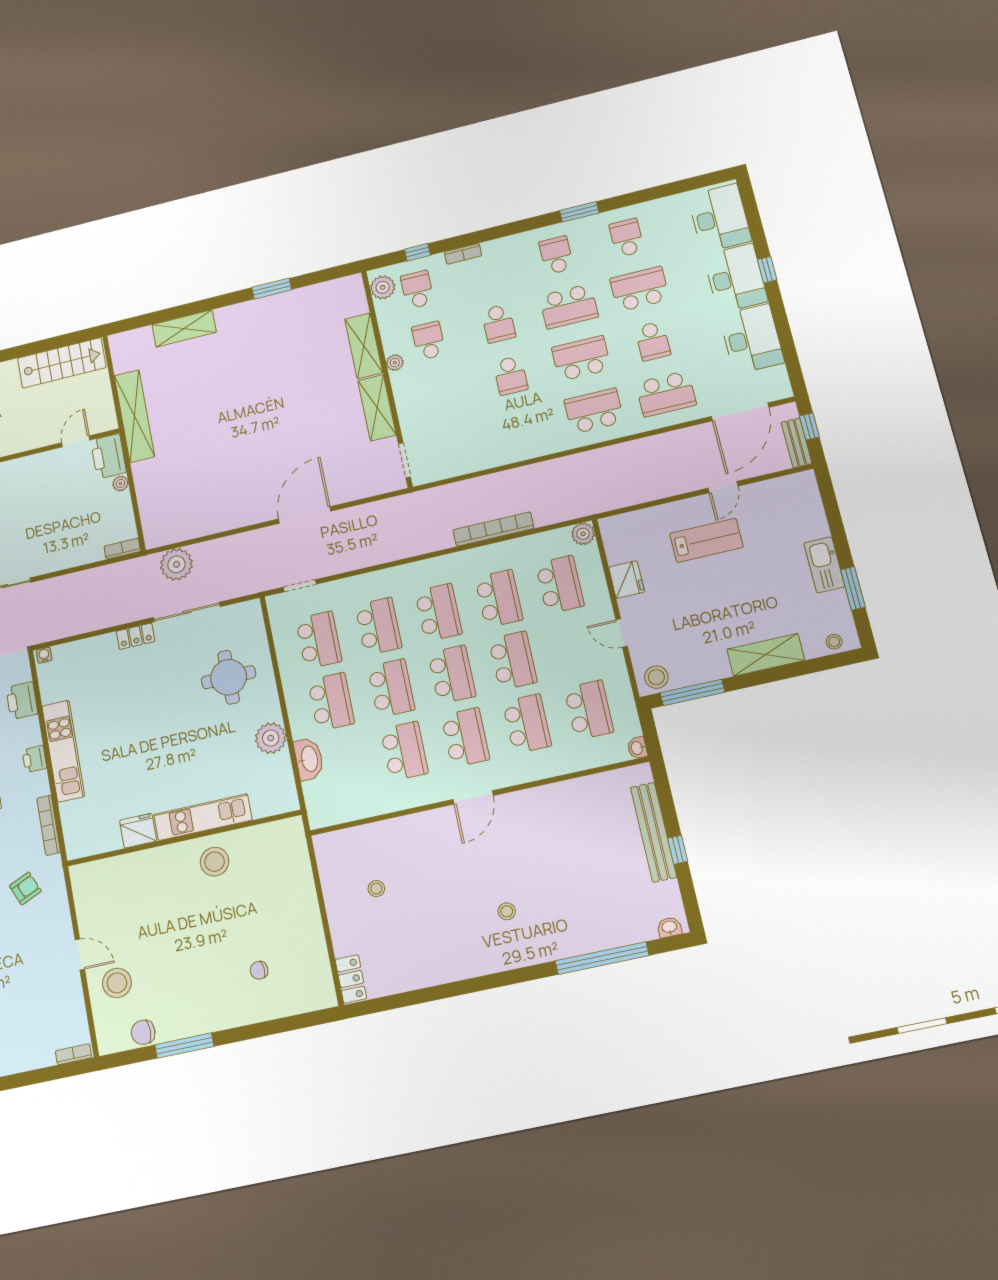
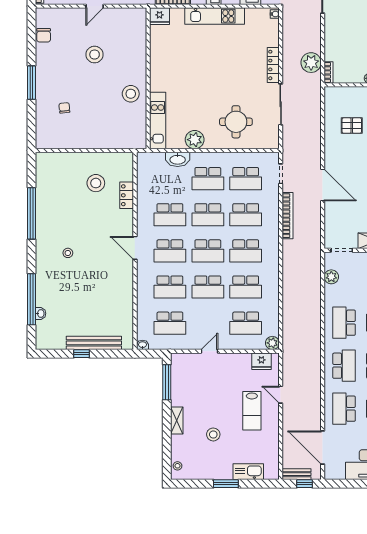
school desk: (523, 428) -> (344, 323), added
plant: (451, 466) -> (331, 277), added
door: (723, 487) -> (281, 395), moved
pallet: (200, 493) -> (352, 126), added
bookcase: (493, 529) -> (288, 216), moved
plant: (176, 564) -> (311, 63), moved
kitchen sink: (824, 565) -> (248, 472), moved
fridge: (627, 579) -> (261, 361), moved
window: (853, 588) -> (226, 484), moved
locker: (136, 636) -> (273, 65), width x1.53
shelving: (766, 655) -> (177, 420), width x0.67, depth x0.75
stool: (656, 677) -> (213, 434), moved
kitchen unit: (203, 817) -> (158, 121), moved
fridge: (138, 831) -> (159, 16), moved, turned 90
stool: (376, 889) -> (96, 183), width x1.89, depth x1.89
washbasin: (669, 927) -> (41, 313), moved
locker: (351, 979) -> (127, 195), moved, turned 90
stool: (117, 983) -> (95, 55), moved
window: (451, 990) -> (32, 213), added
chair: (143, 1032) -> (44, 35), turned 180
window: (184, 1046) -> (32, 83), moved

